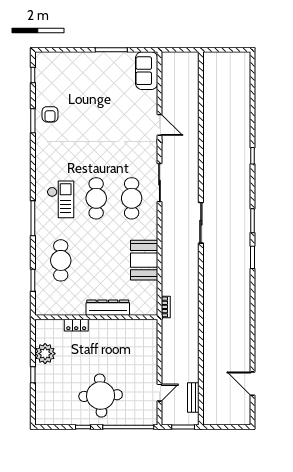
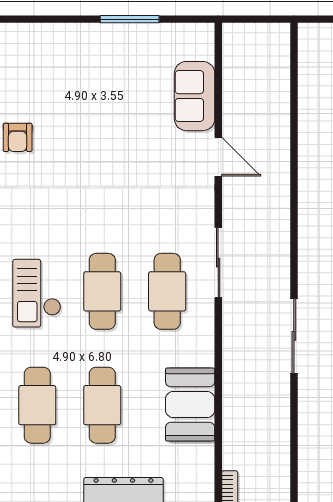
sofa: (147, 71) -> (195, 96), moved
checkout: (60, 199) -> (37, 293), turned 180
cafe table: (96, 260) -> (102, 405), added

